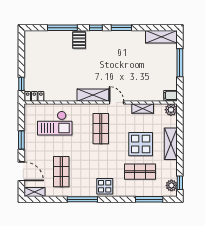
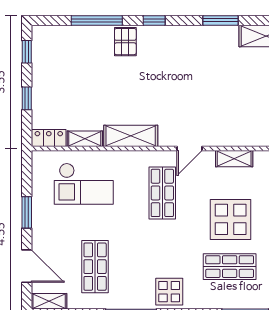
window: (121, 28) -> (220, 20), moved
window: (21, 46) -> (27, 52), added
window: (21, 84) -> (27, 98), moved
shelving: (93, 95) -> (131, 136), moved
shelving: (55, 97) -> (85, 139), added
door: (117, 103) -> (189, 148), swing flipped

